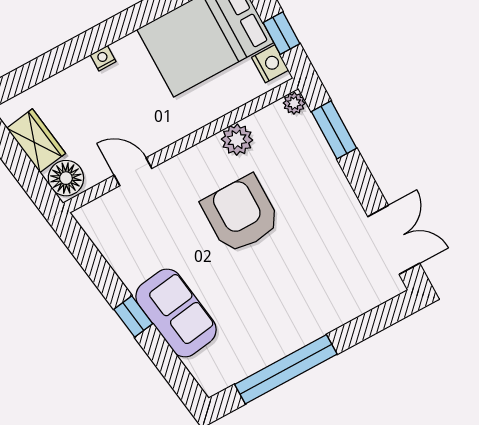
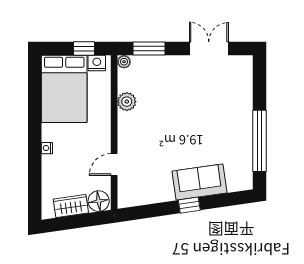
armchair: (241, 214) -> (167, 121), removed
double door: (394, 240) -> (209, 49), moved

